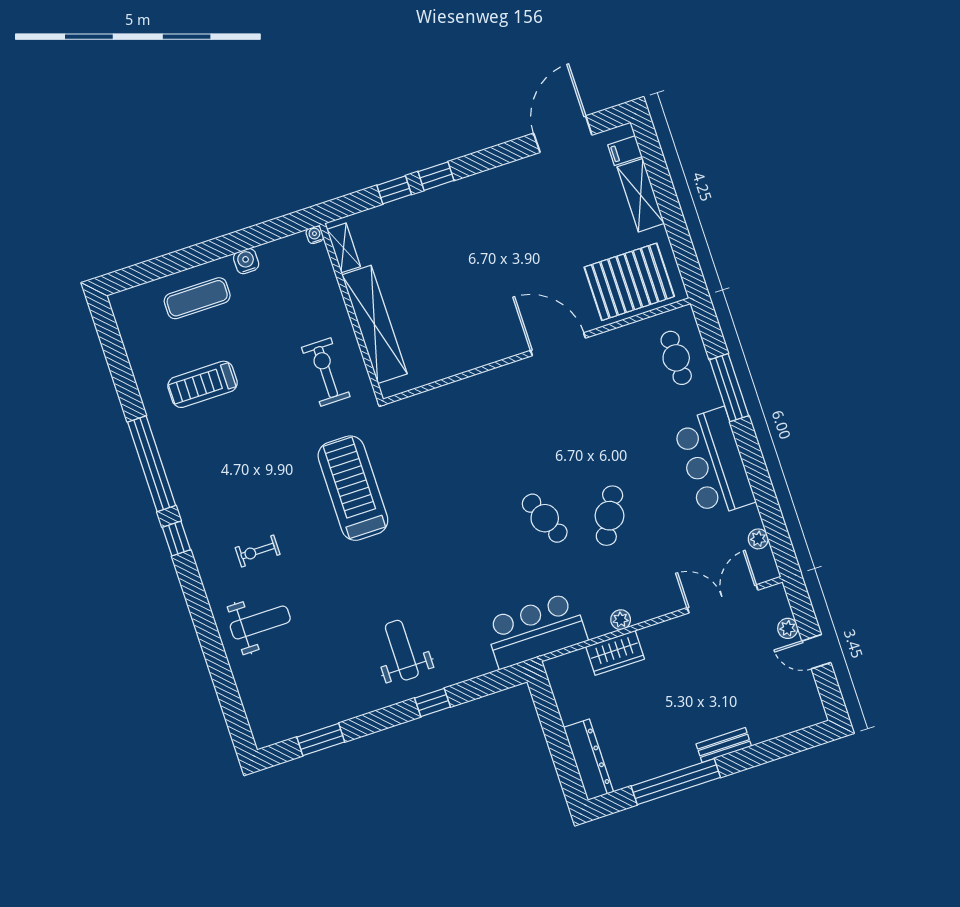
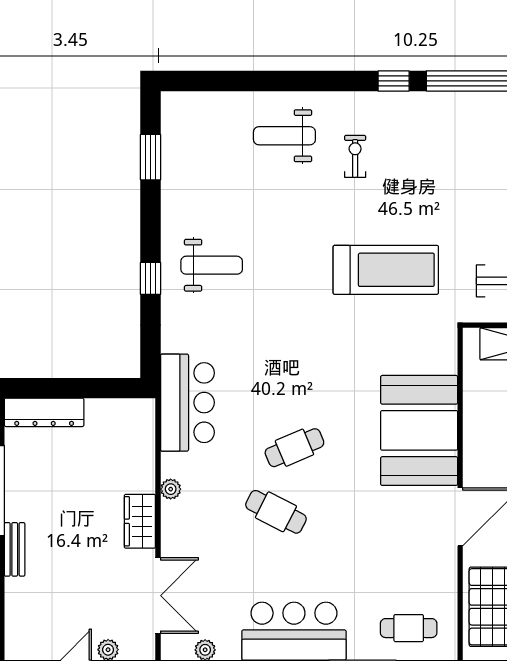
booth: (491, 408) -> (419, 430), added
weight bench: (260, 623) -> (284, 136), turned 90
wardrobe: (615, 653) -> (140, 521), moved

